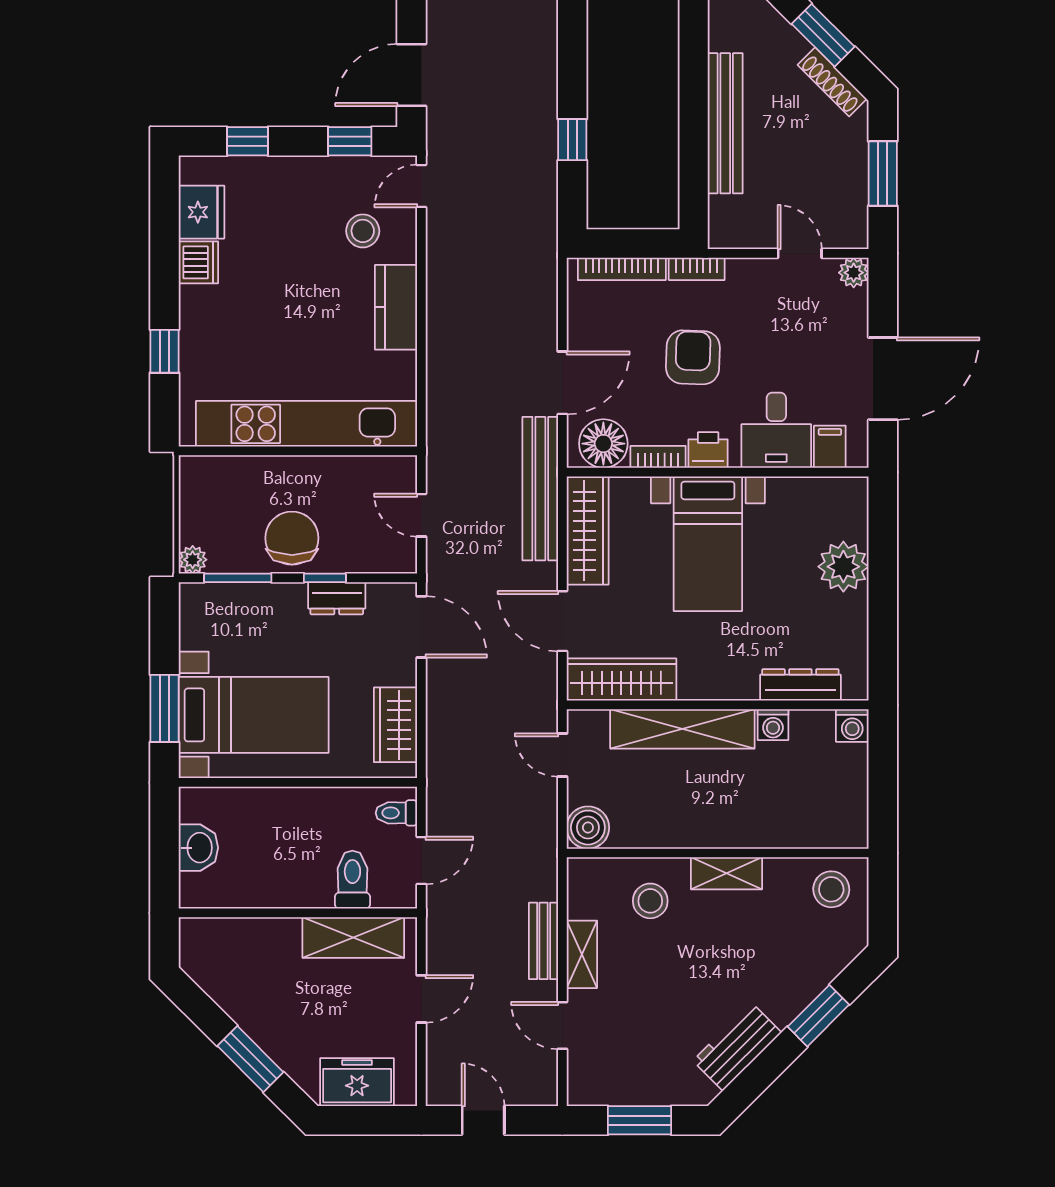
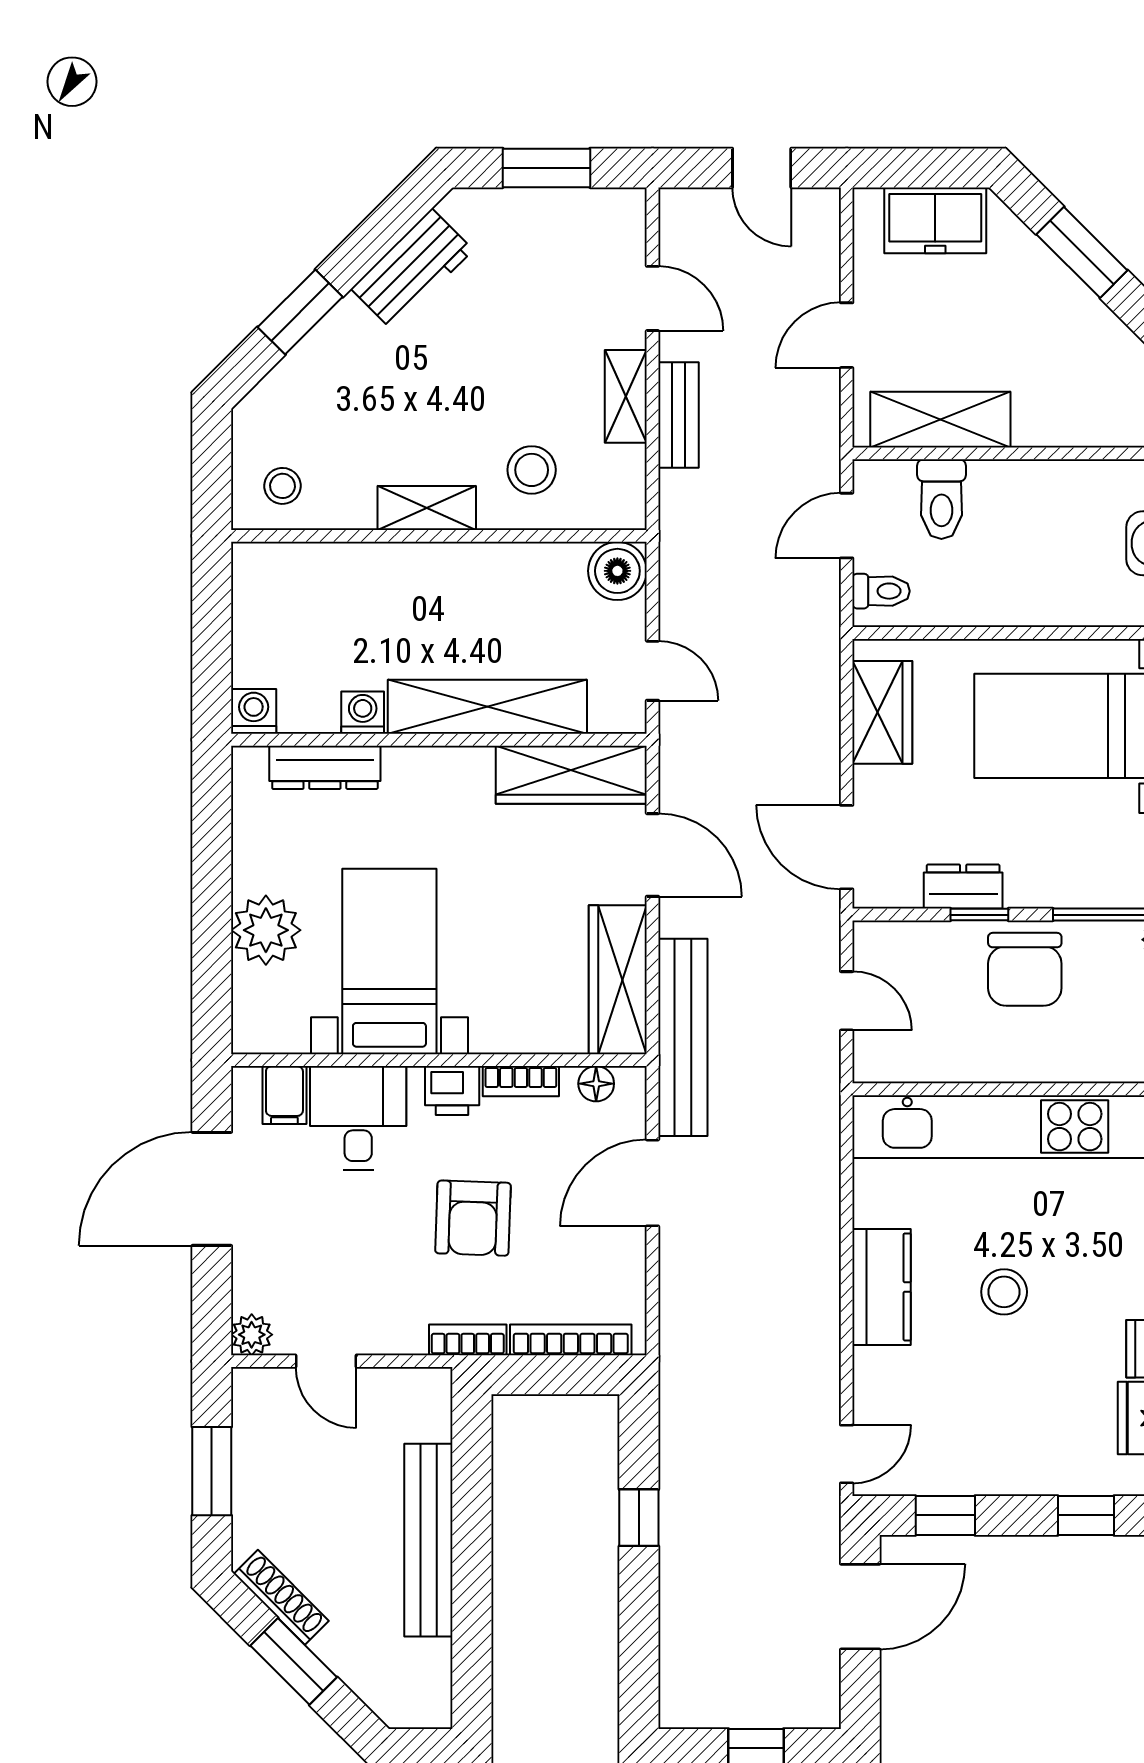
stool: (363, 231) -> (1004, 1292), moved
floor lamp: (603, 444) -> (596, 1084), width x0.53, depth x0.53
bed with nightstands: (708, 544) -> (389, 962), moved
stool: (831, 889) -> (282, 486), width x0.73, depth x0.73

